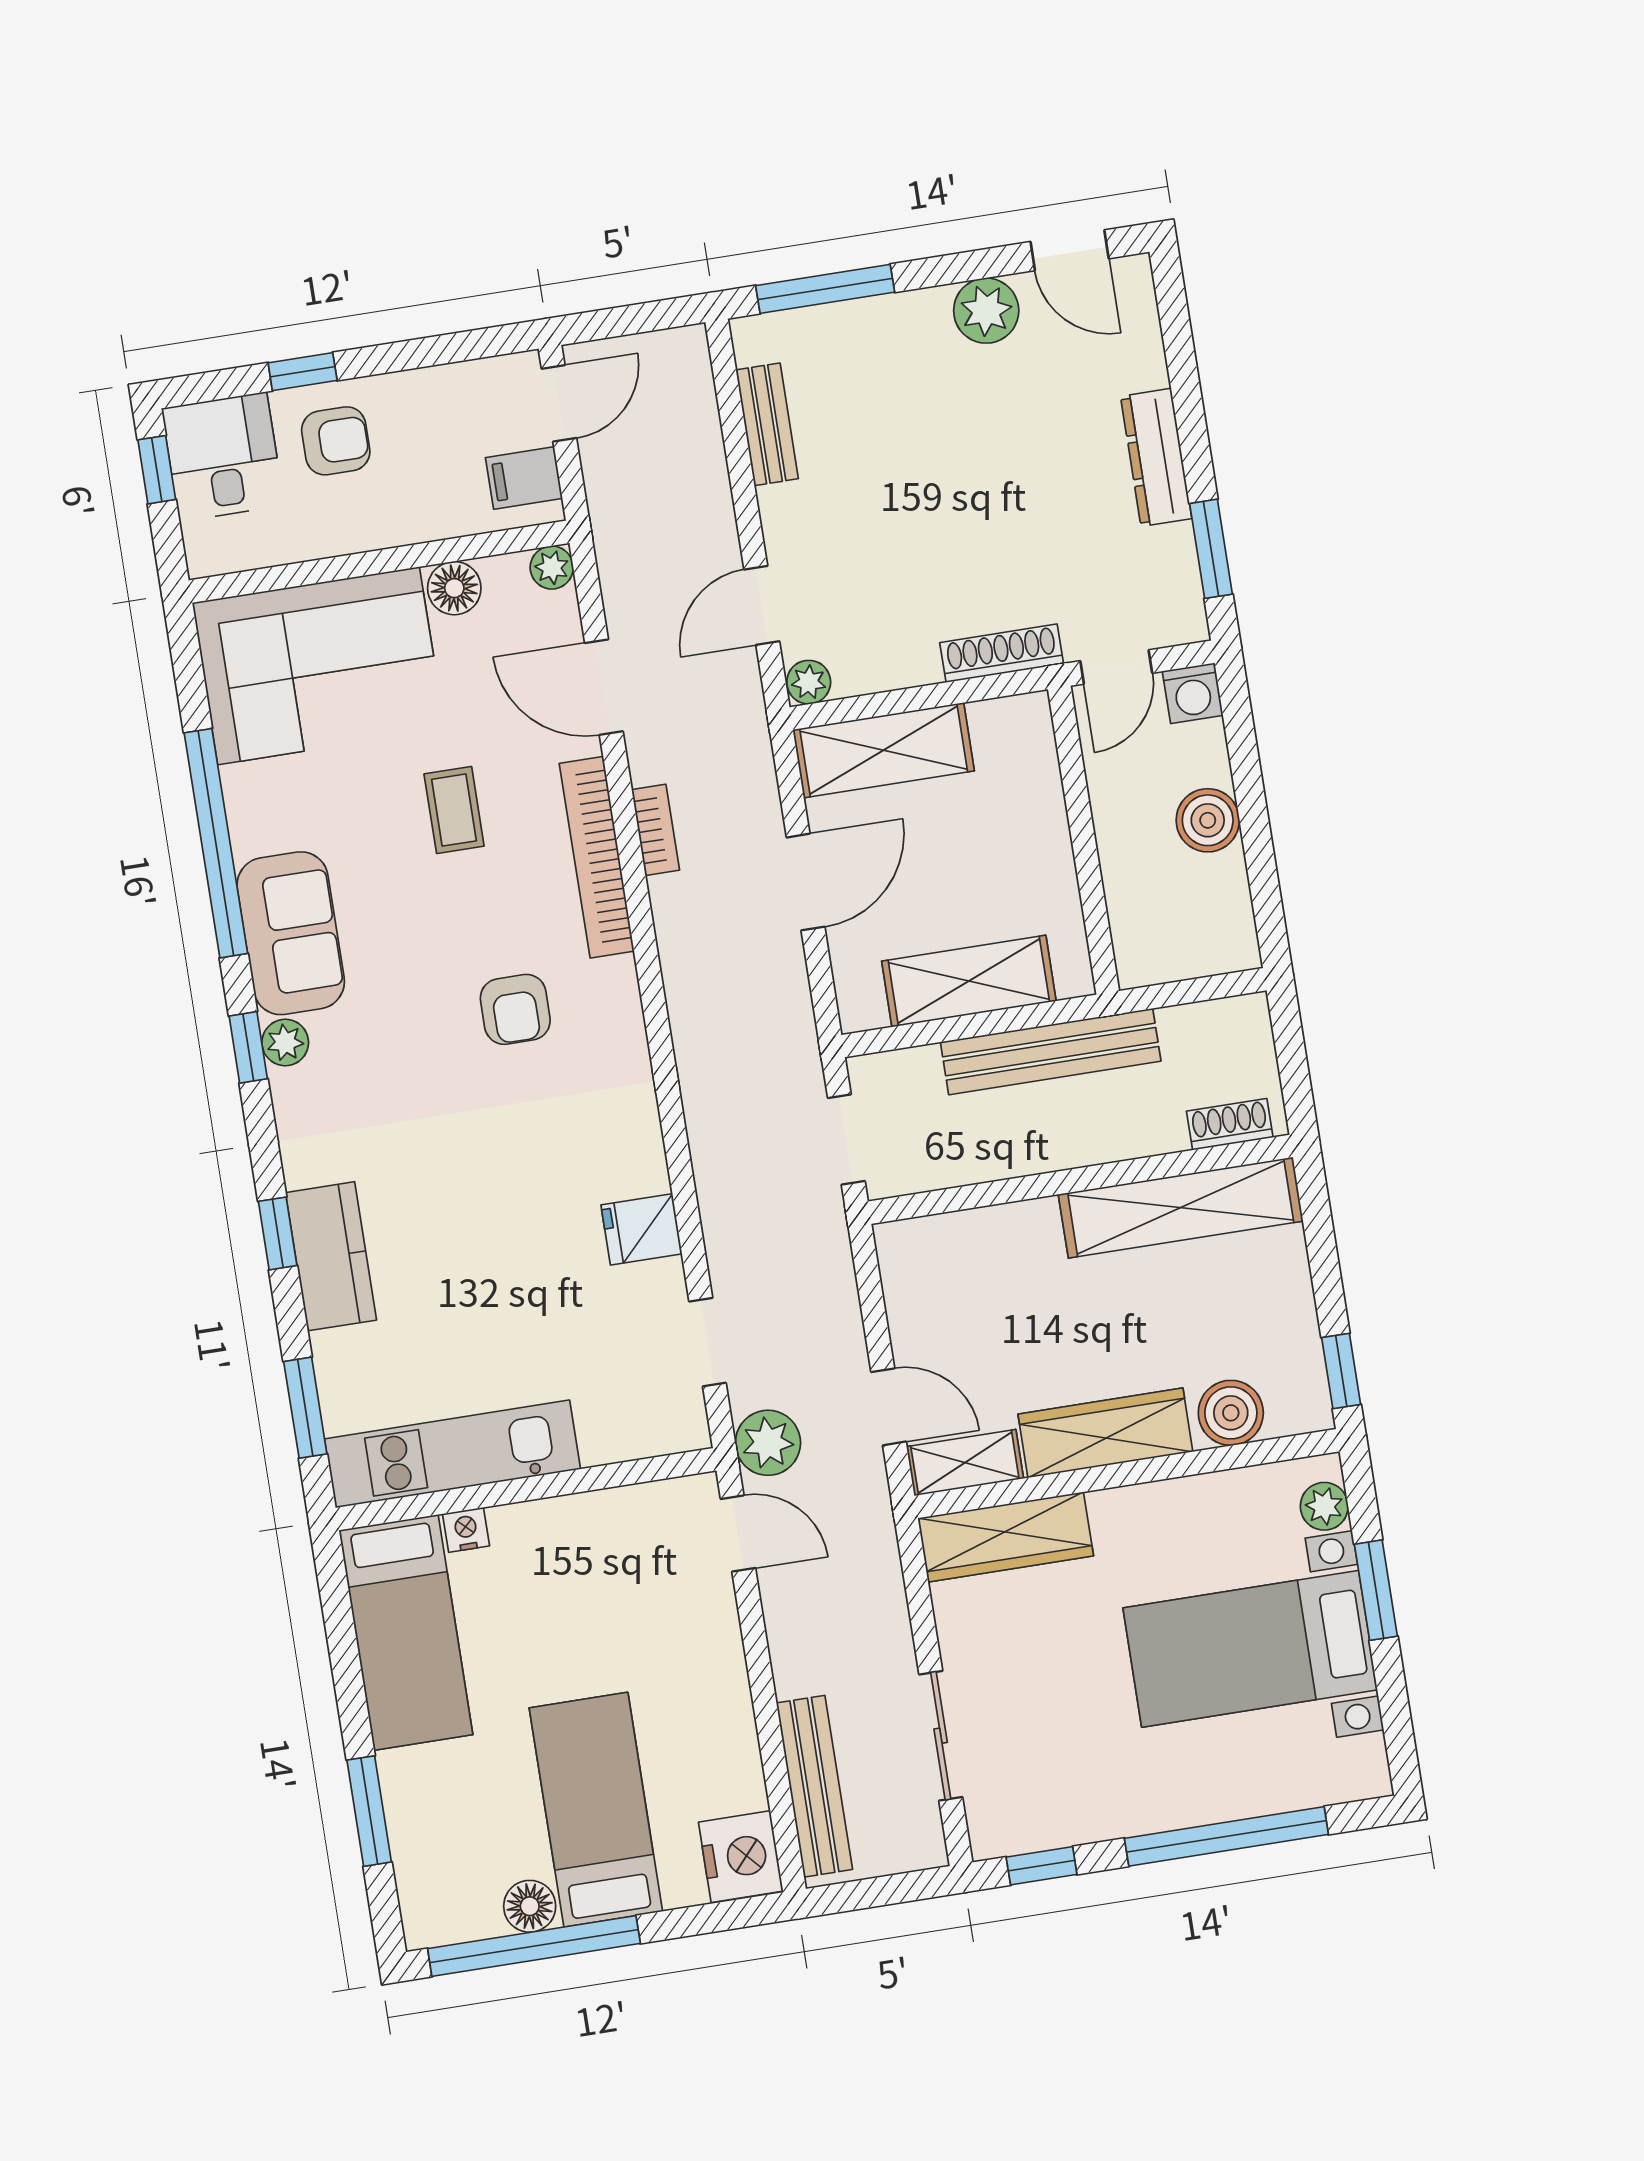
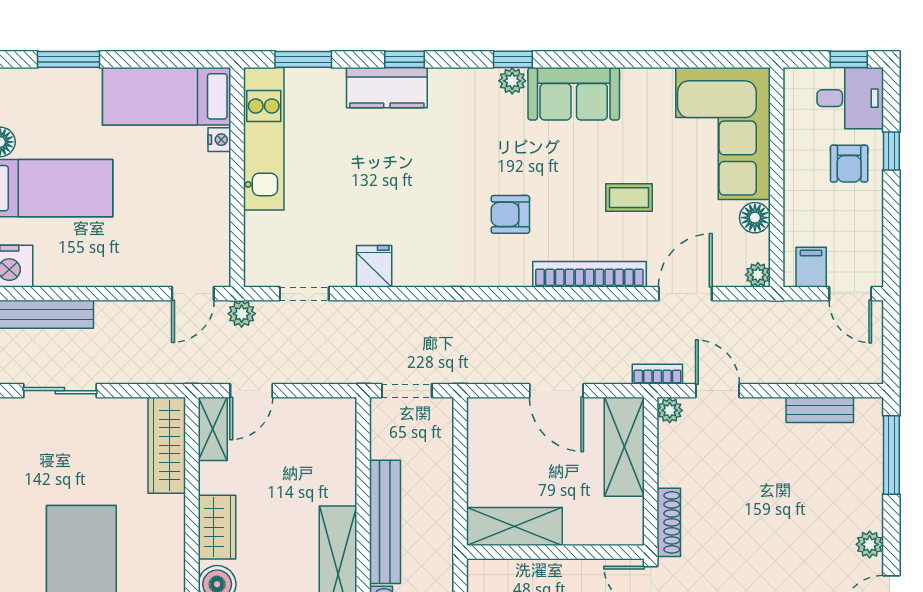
plant: (986, 311) -> (870, 544), width x0.73, depth x0.73
bookcase: (656, 830) -> (657, 374), moved, turned 180
window: (216, 843) -> (632, 59), removed
shelving: (969, 981) -> (514, 526), moved, turned 90
bench: (1051, 1052) -> (385, 522), moved
wardrobe: (1105, 1433) -> (217, 527), width x0.67
plant: (768, 1443) -> (242, 314), width x0.73, depth x0.73

